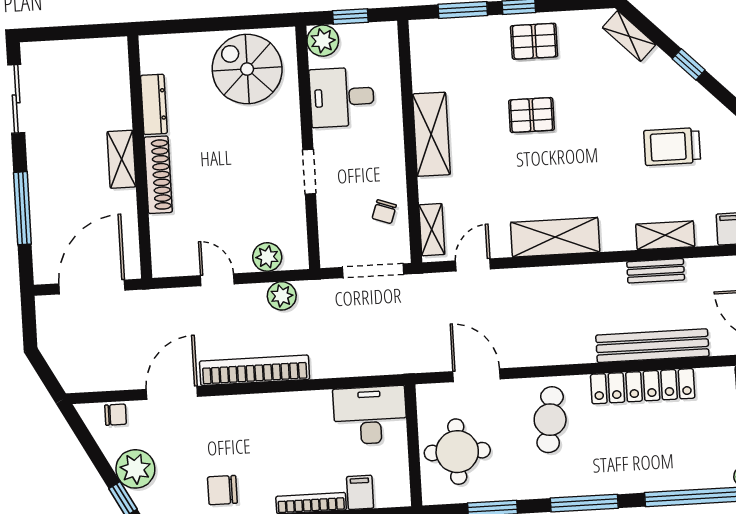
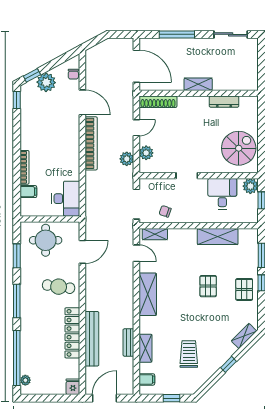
shelving: (431, 134) -> (218, 237), moved
shoe rack: (158, 175) -> (158, 102), moved
chair: (222, 490) -> (33, 124), removed

